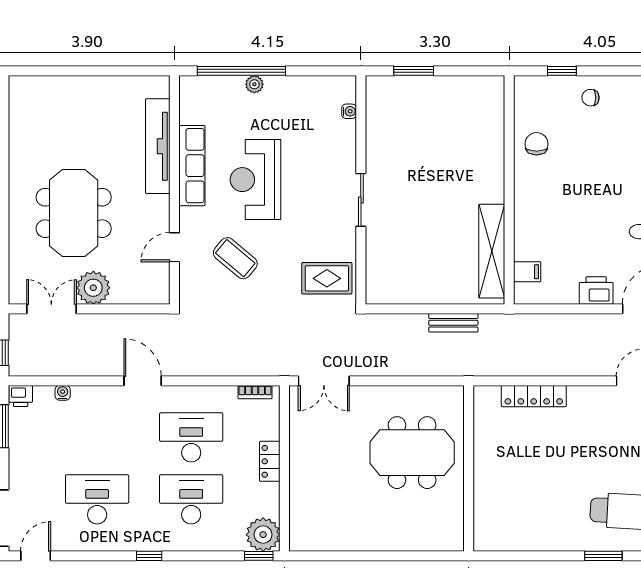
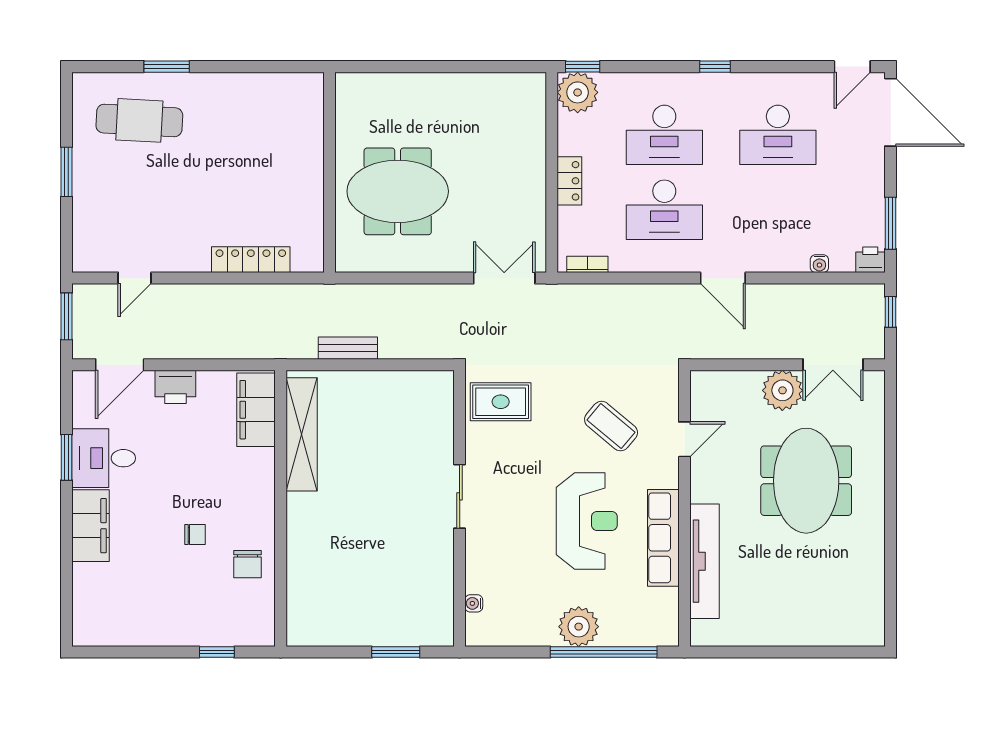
plant: (254, 84) -> (579, 627), width x1.88, depth x1.88
chair: (590, 98) -> (195, 534), moved
filing cabinet: (527, 272) -> (256, 410), width x3.00, depth x1.17

